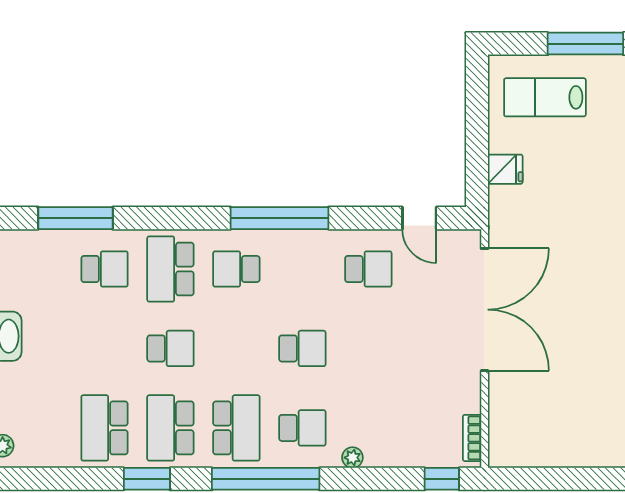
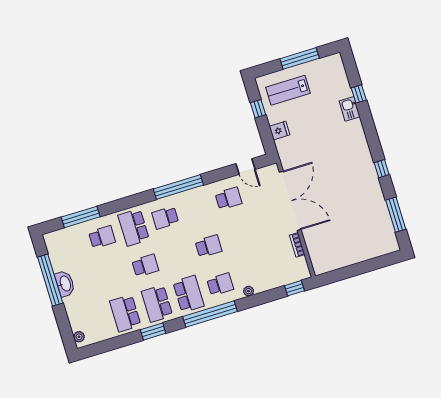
window: (477, 115) -> (258, 109), added
bookcase: (472, 438) -> (297, 245), moved

